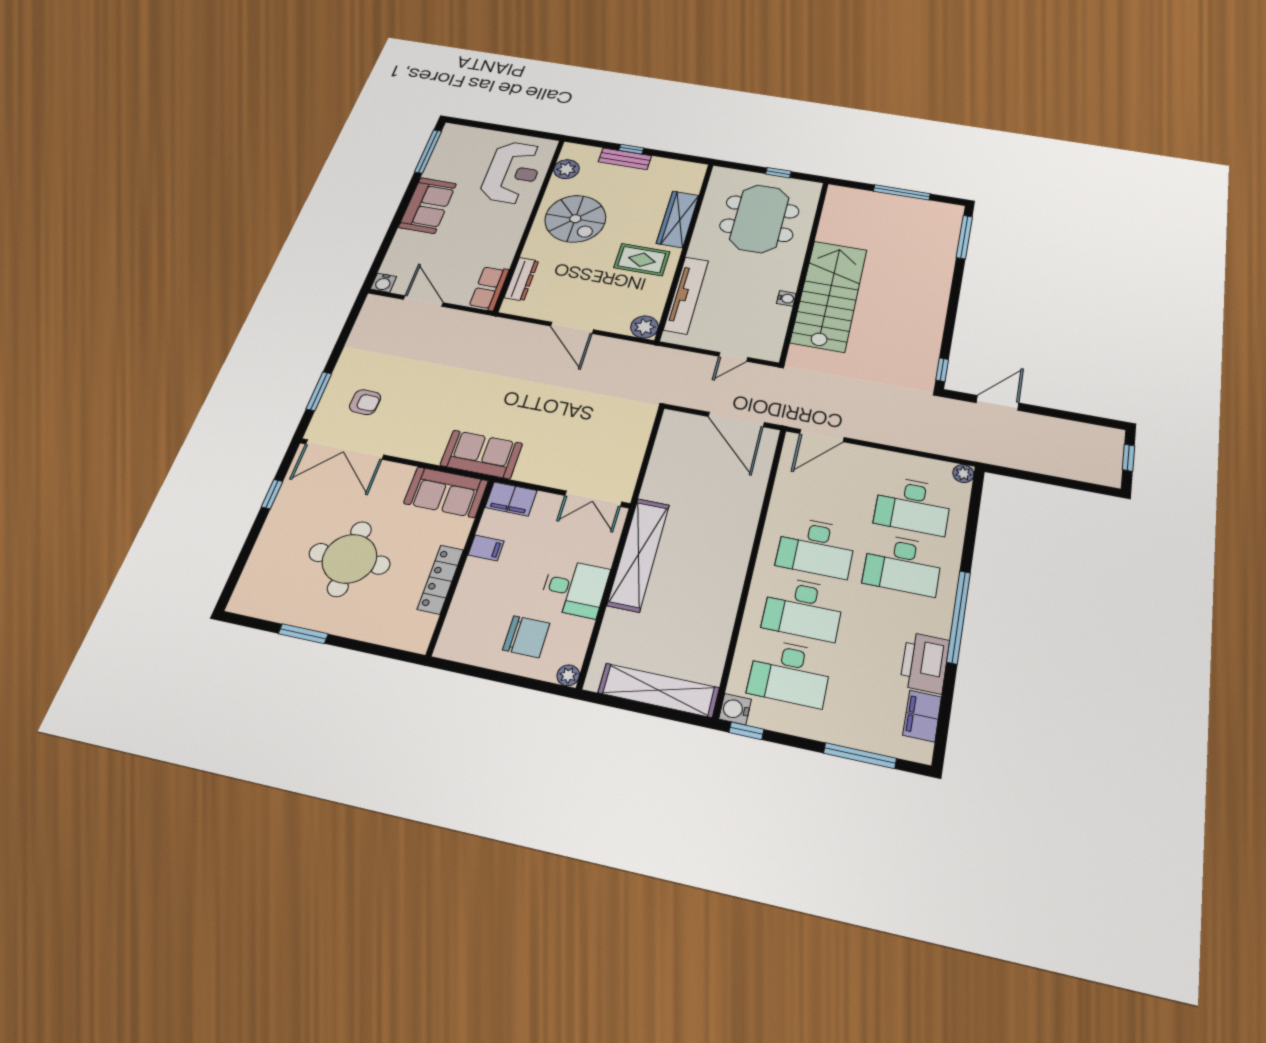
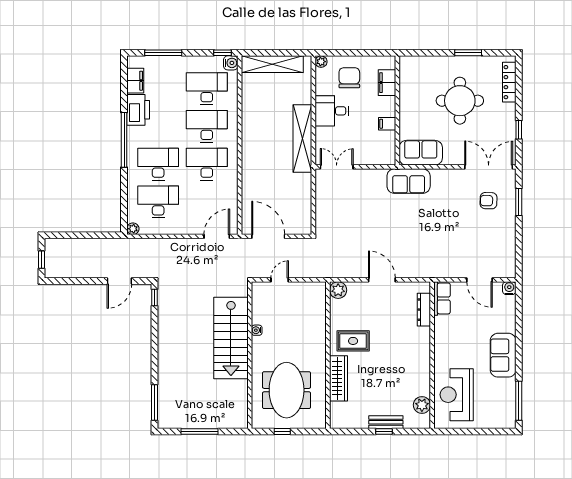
spiral stairs: (575, 219) -> (404, 365), removed
tv unit: (686, 295) -> (319, 319), removed
filing cabinet: (511, 499) -> (387, 83), moved, turned -90
locker: (440, 579) -> (509, 82), moved, turned 180
chair: (526, 637) -> (349, 78), turned 90

